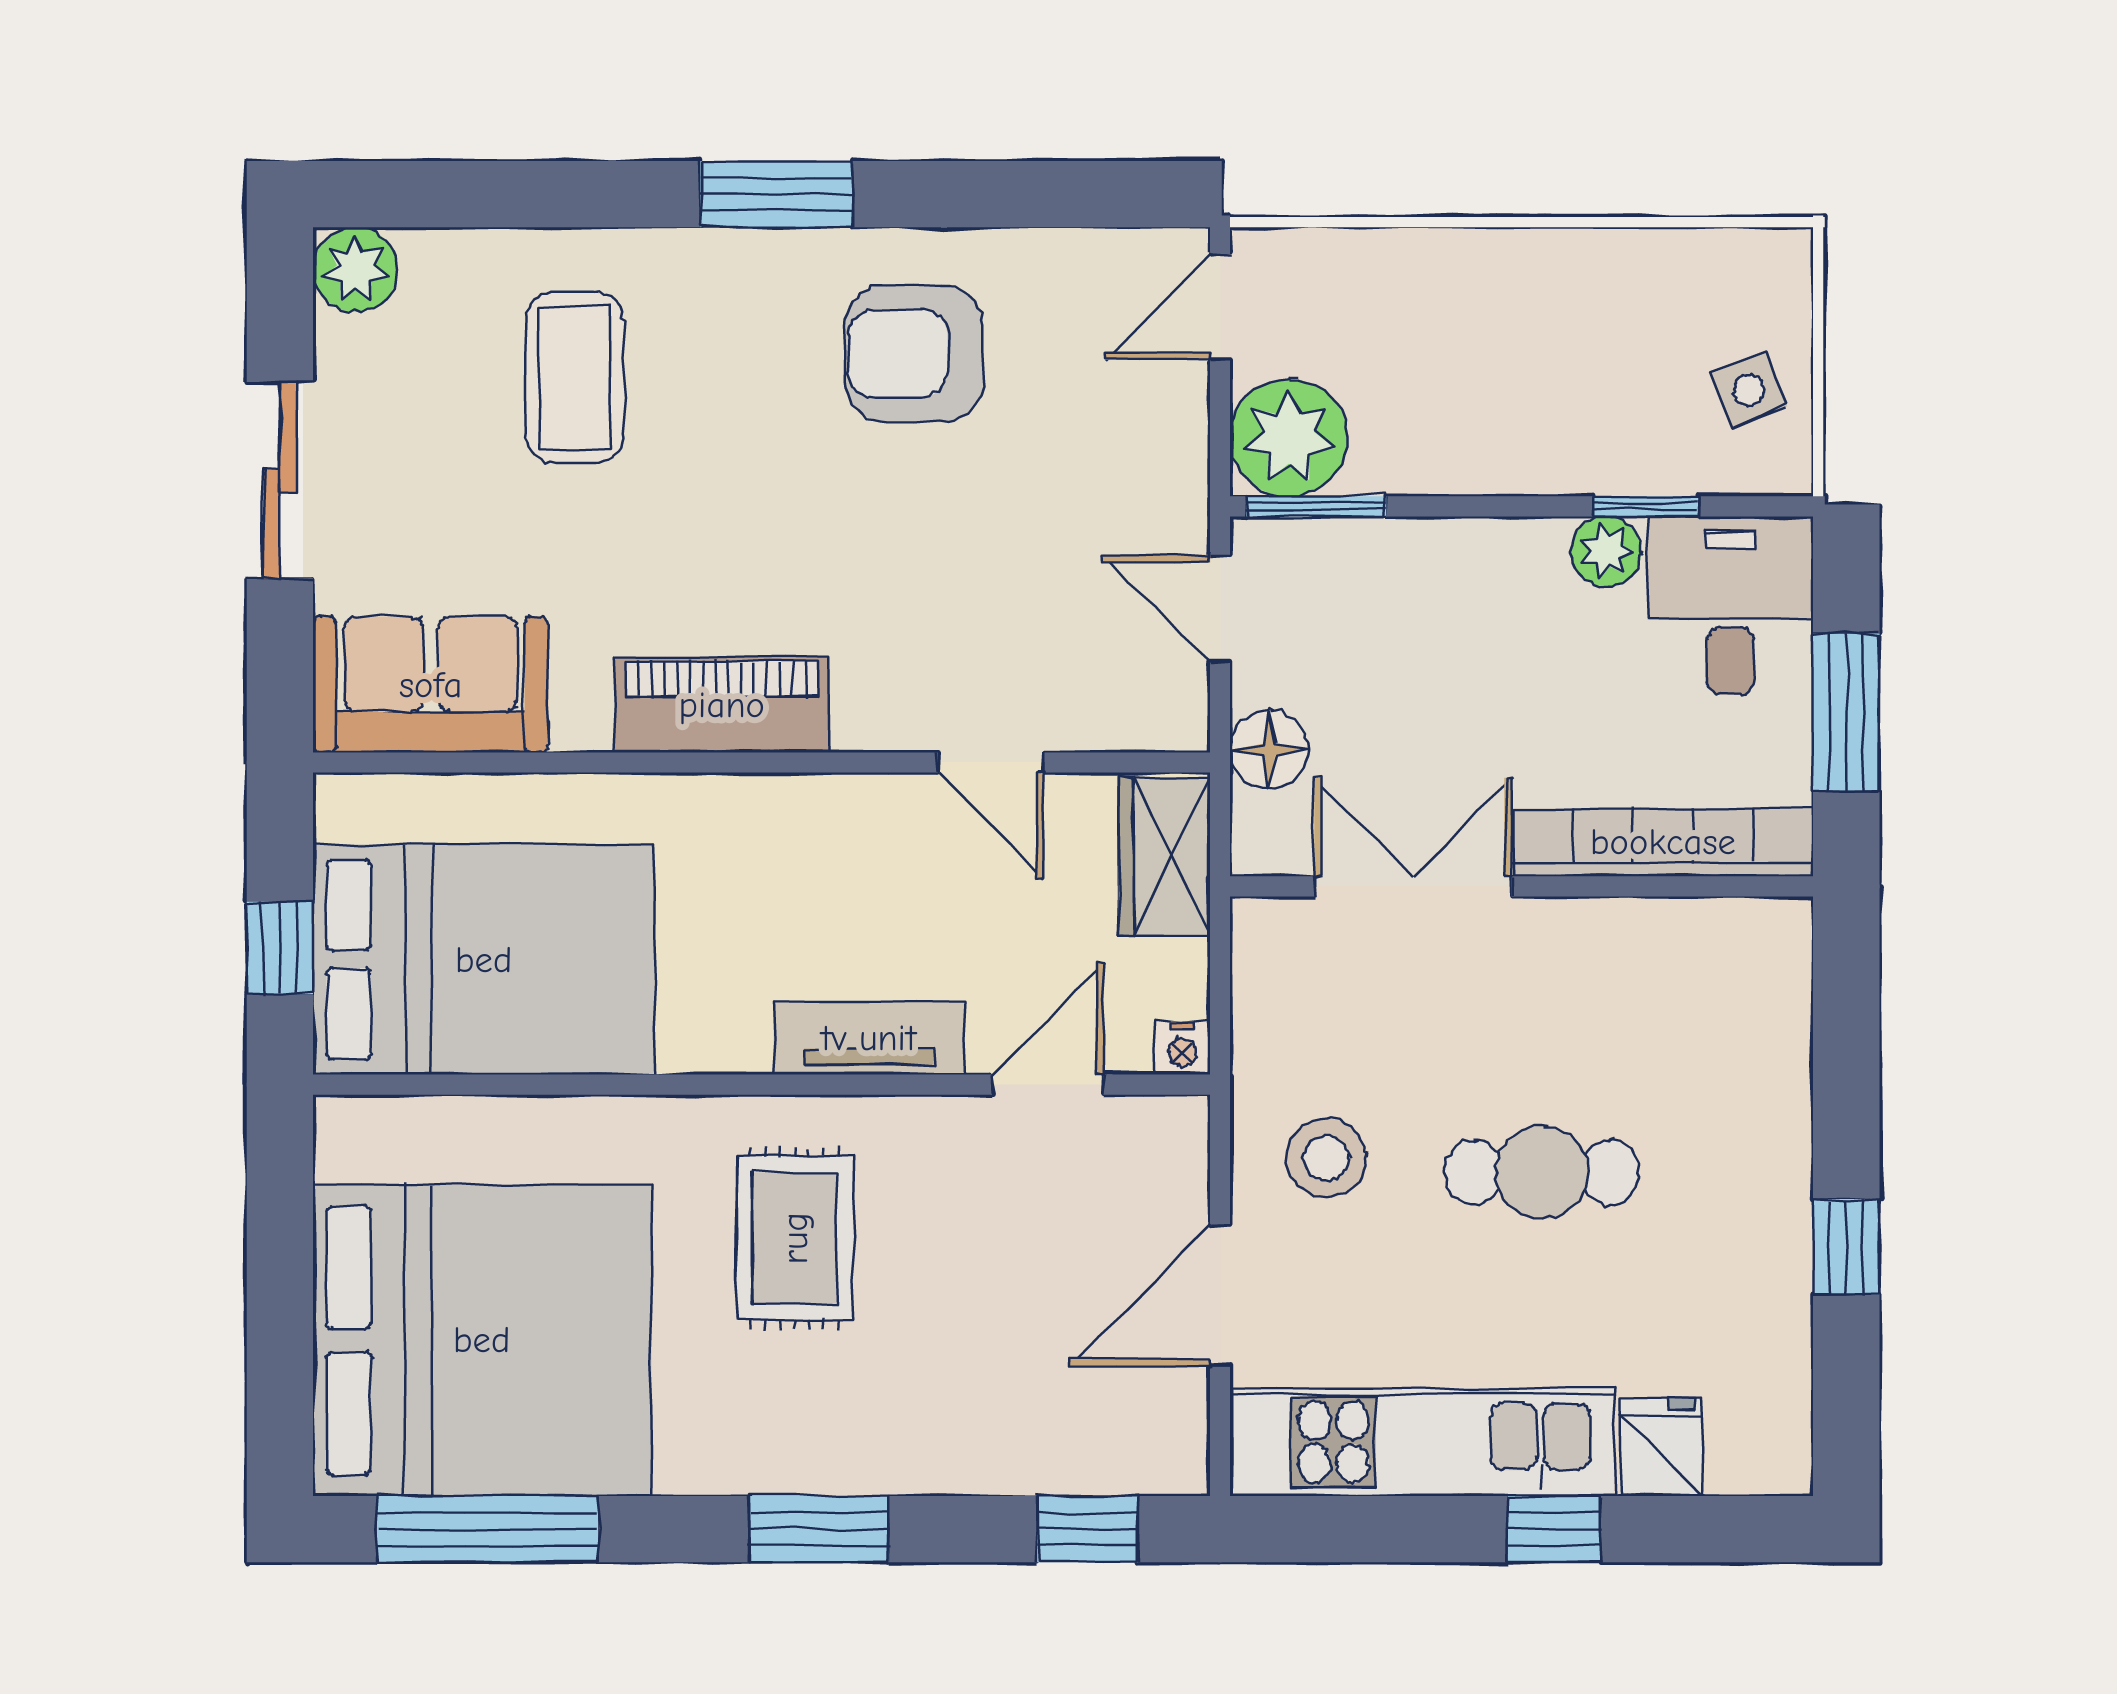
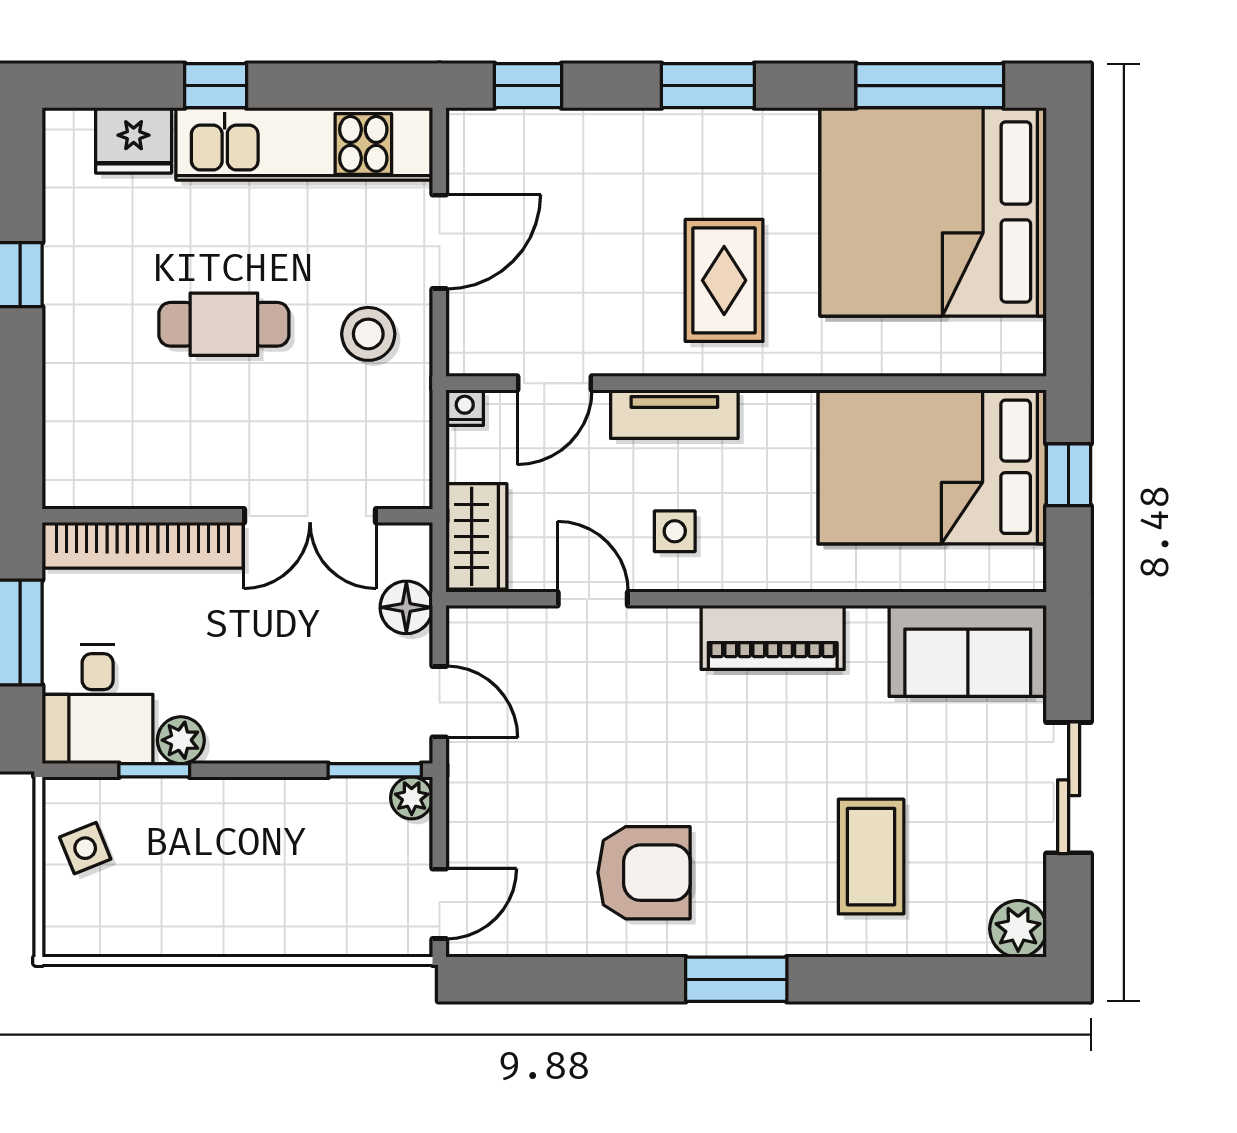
plant: (1289, 438) -> (412, 798), width x0.53, depth x0.53
side table: (868, 863) -> (675, 531), added
fridge: (1661, 1447) -> (134, 140), width x1.38

